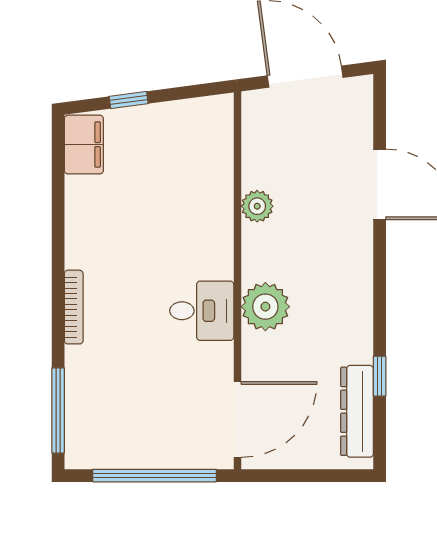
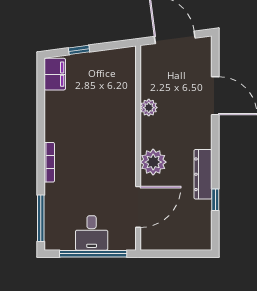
desk: (202, 311) -> (92, 233), moved, turned 90
dresser: (357, 411) -> (203, 174), moved
door: (237, 419) -> (138, 207), moved

